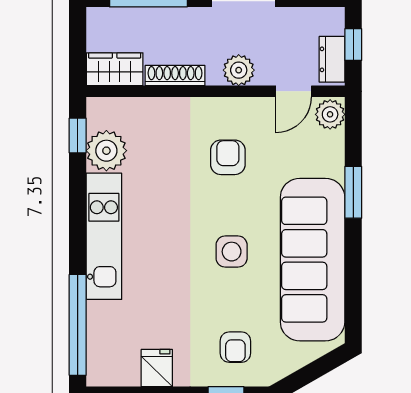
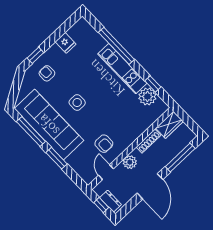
dresser: (332, 59) -> (110, 201), moved
plant: (330, 114) -> (87, 176), removed
window: (78, 136) -> (153, 84), moved
armchair: (228, 157) -> (104, 144), moved
window: (353, 276) -> (31, 131), added
window: (78, 325) -> (116, 46), moved

